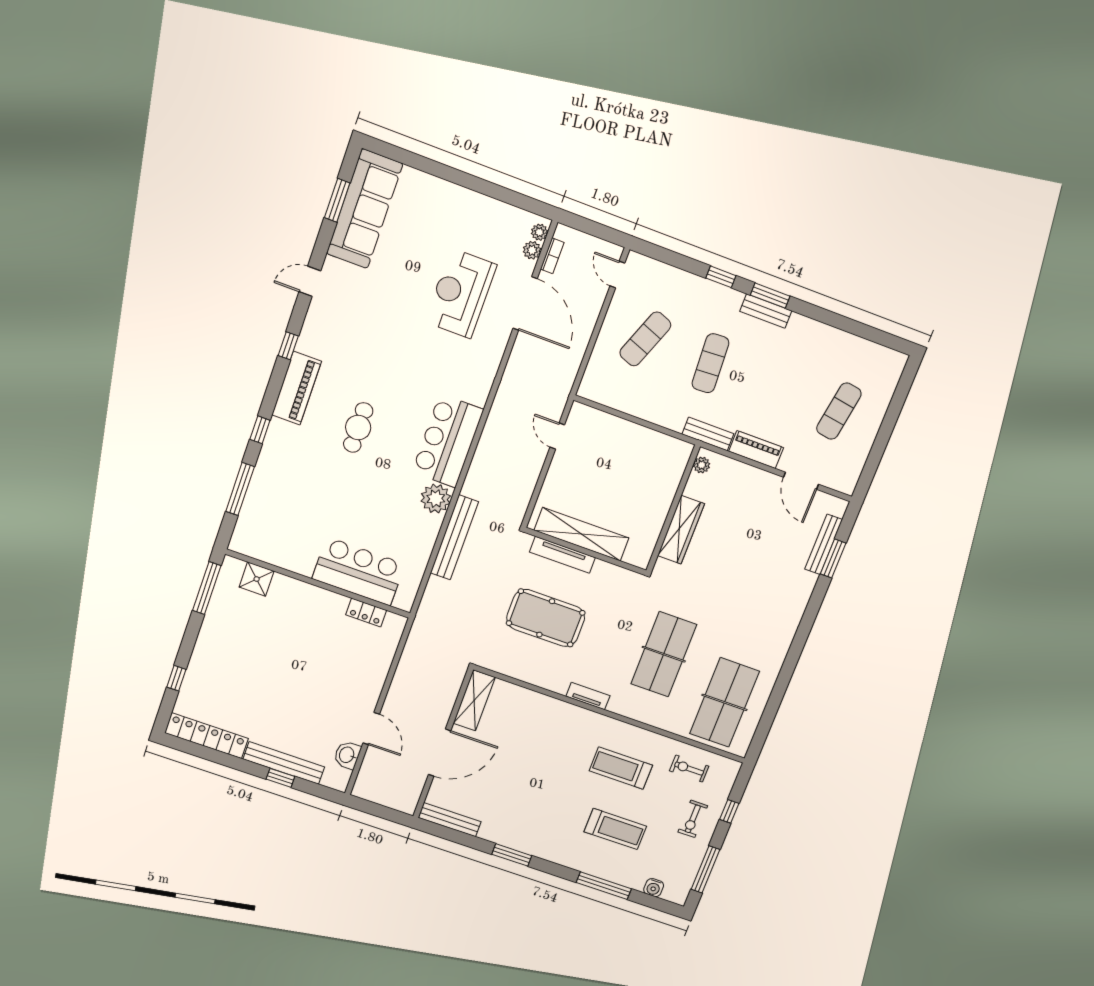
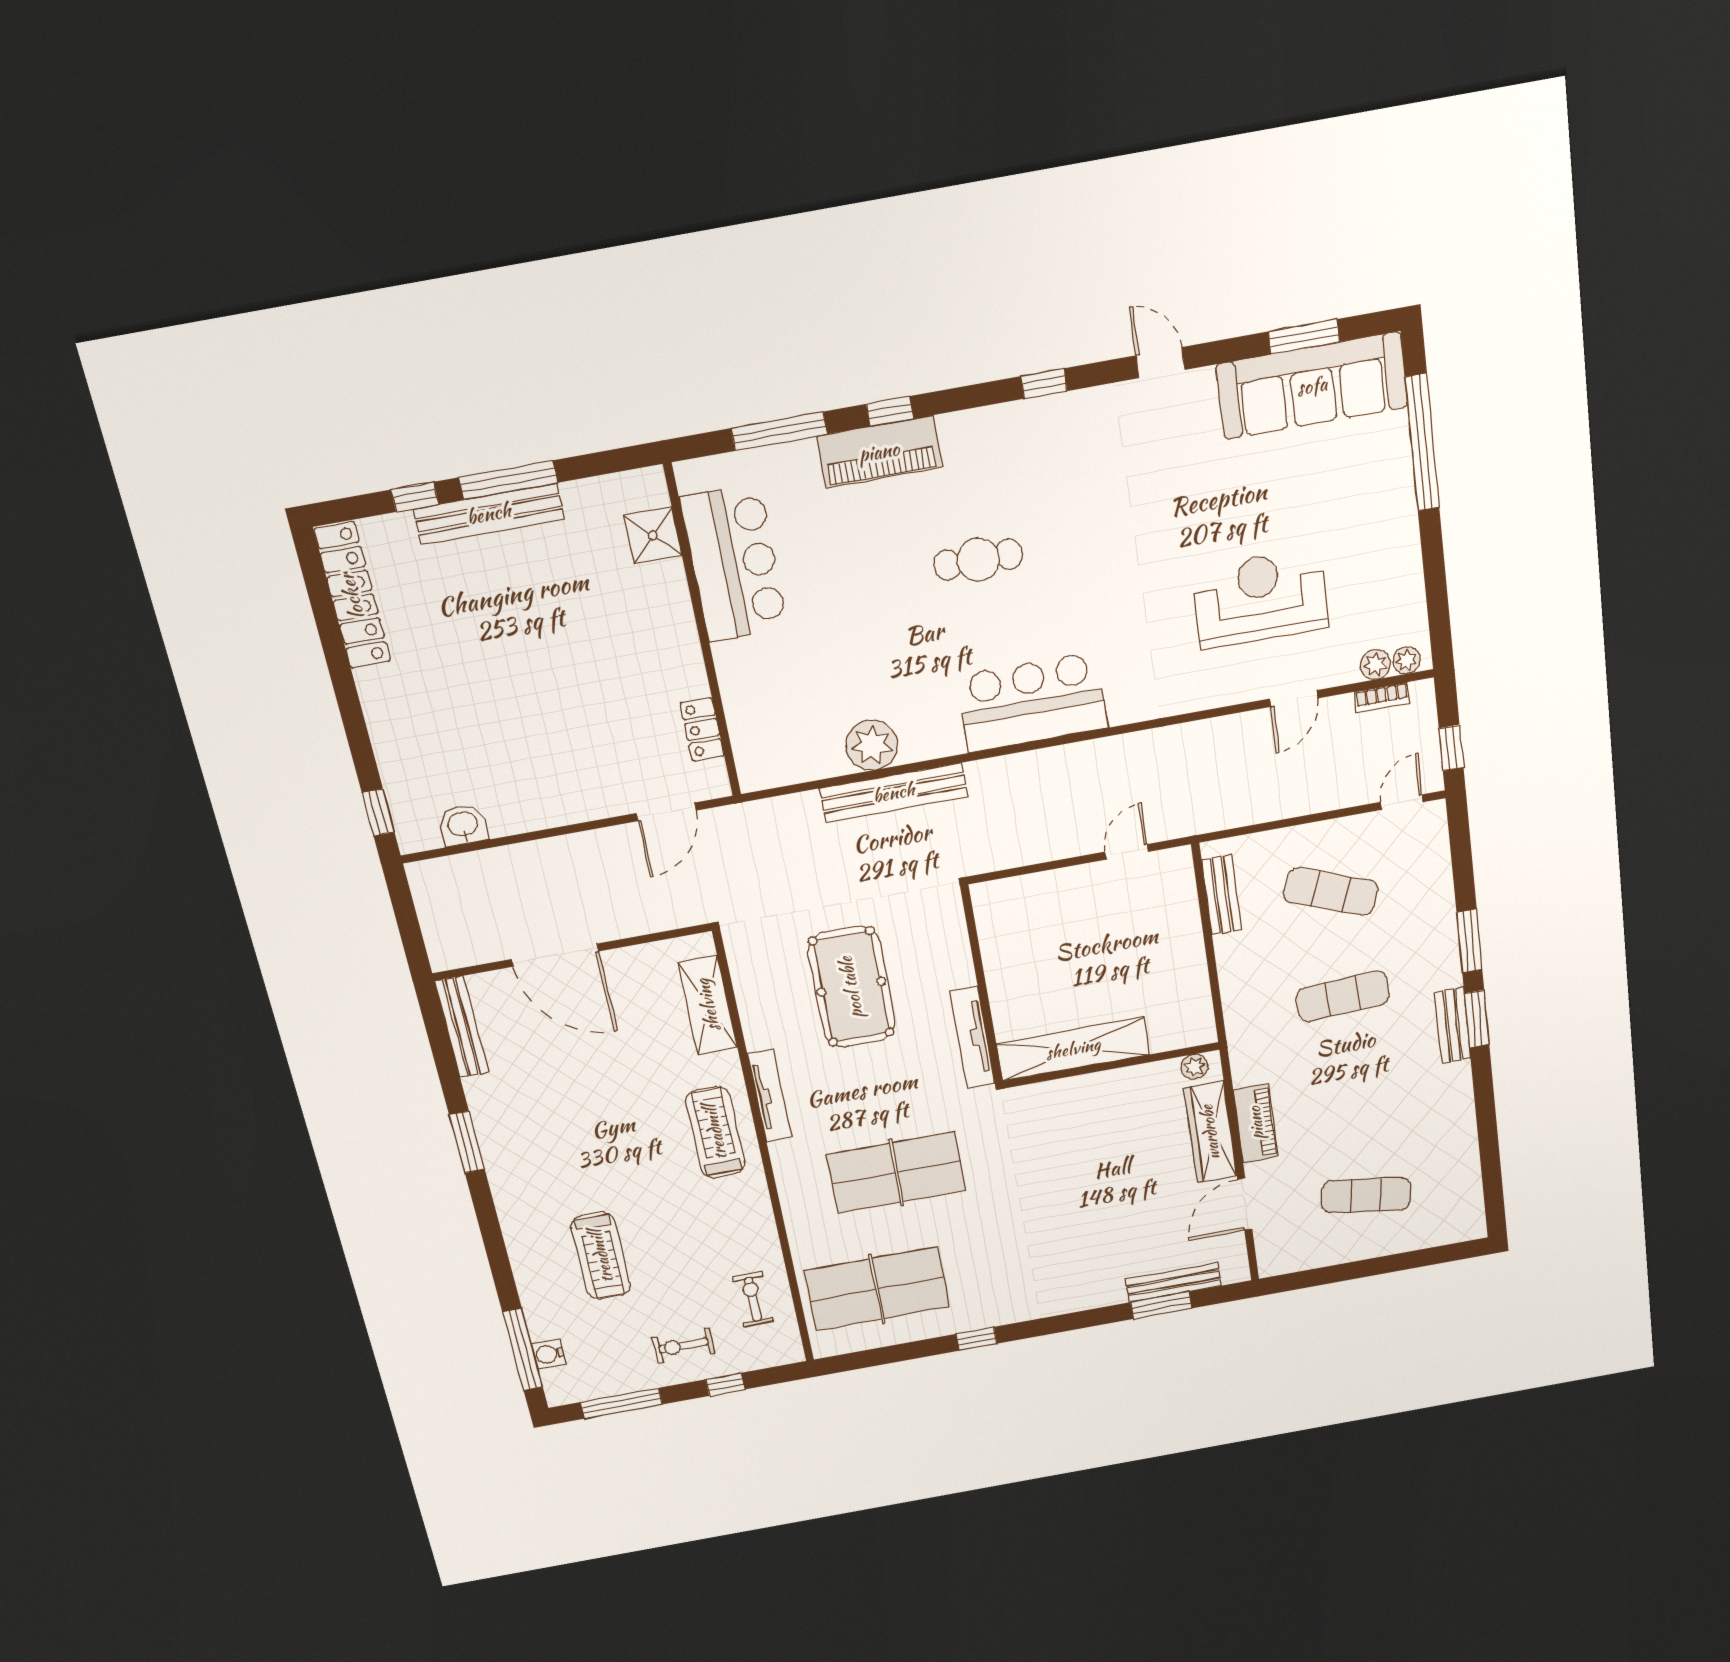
window: (426, 165) -> (1422, 443), added
window: (603, 232) -> (1451, 748), added
window: (721, 277) -> (1469, 941), width x1.50
door: (525, 303) -> (1294, 698), width x0.53
piano: (297, 388) -> (879, 452), moved
bench: (708, 434) -> (1222, 895), moved
plant: (436, 499) -> (872, 745), moved
wardrobe: (681, 530) -> (1210, 1132), moved, turned 90
shelving: (582, 534) -> (1073, 1049), moved, turned 90
tv unit: (562, 555) -> (972, 1038), moved
bar counter: (359, 571) -> (734, 563), moved
window: (207, 588) -> (508, 480), moved
window: (788, 668) -> (977, 1339), added
tv unit: (588, 696) -> (770, 1096), width x1.41
shelving: (474, 700) -> (708, 1005), moved, turned 90
door: (371, 729) -> (666, 812), moved
bench: (284, 763) -> (489, 514), moved, turned 90
treadmill: (621, 768) -> (715, 1132), moved
window: (280, 778) -> (378, 812), moved
window: (604, 886) -> (523, 1350), moved

